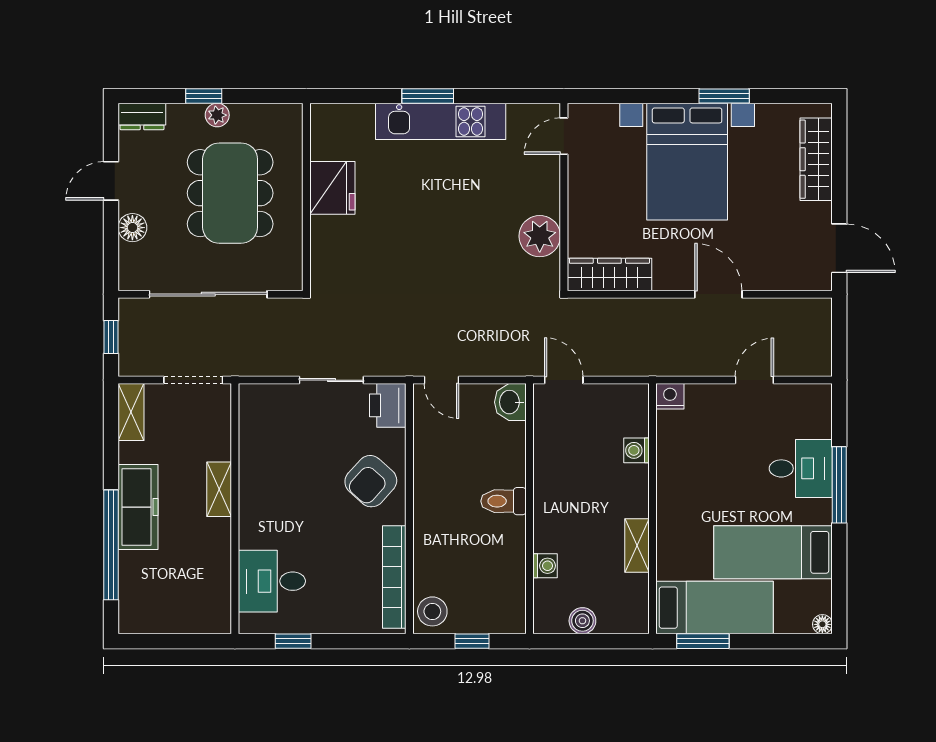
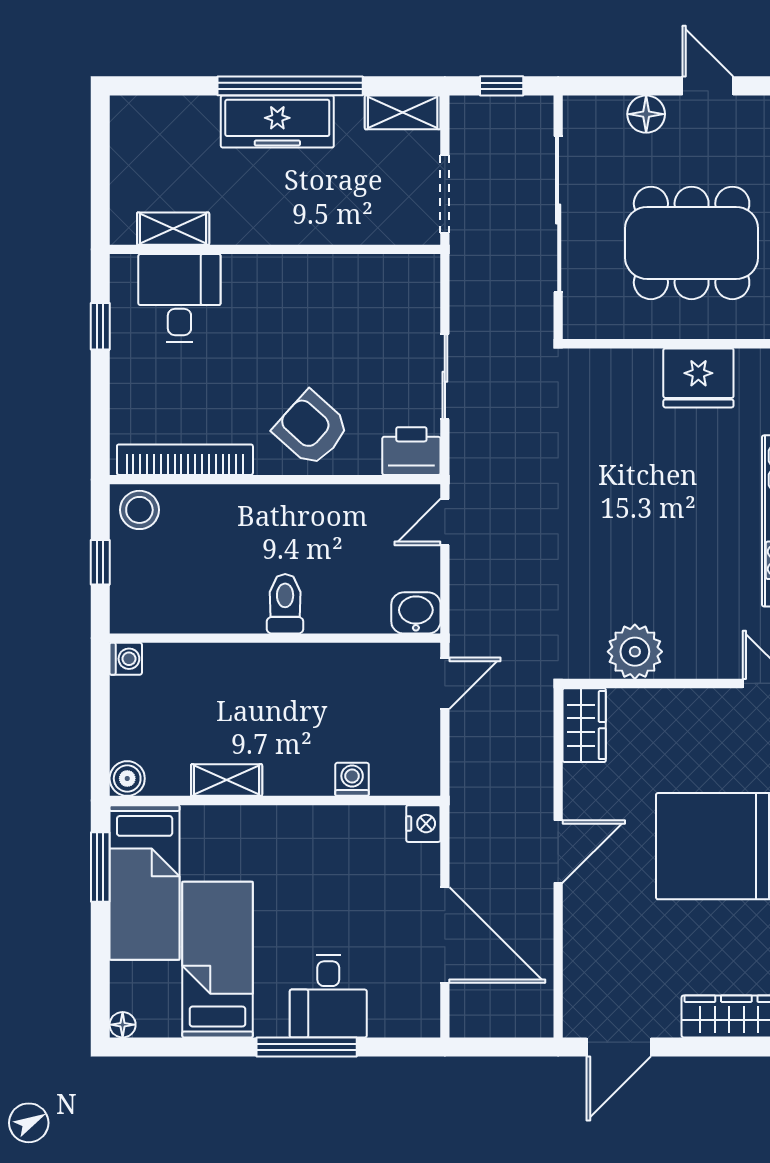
wardrobe: (609, 274) -> (584, 725), width x0.67
door: (718, 294) -> (558, 851), moved
door: (754, 380) -> (445, 935), width x1.88
shelving: (219, 489) -> (173, 229), moved
window: (111, 545) -> (290, 86), moved
washing machine: (545, 566) -> (126, 659), moved, turned -90
boiler: (582, 621) -> (127, 778), moved

